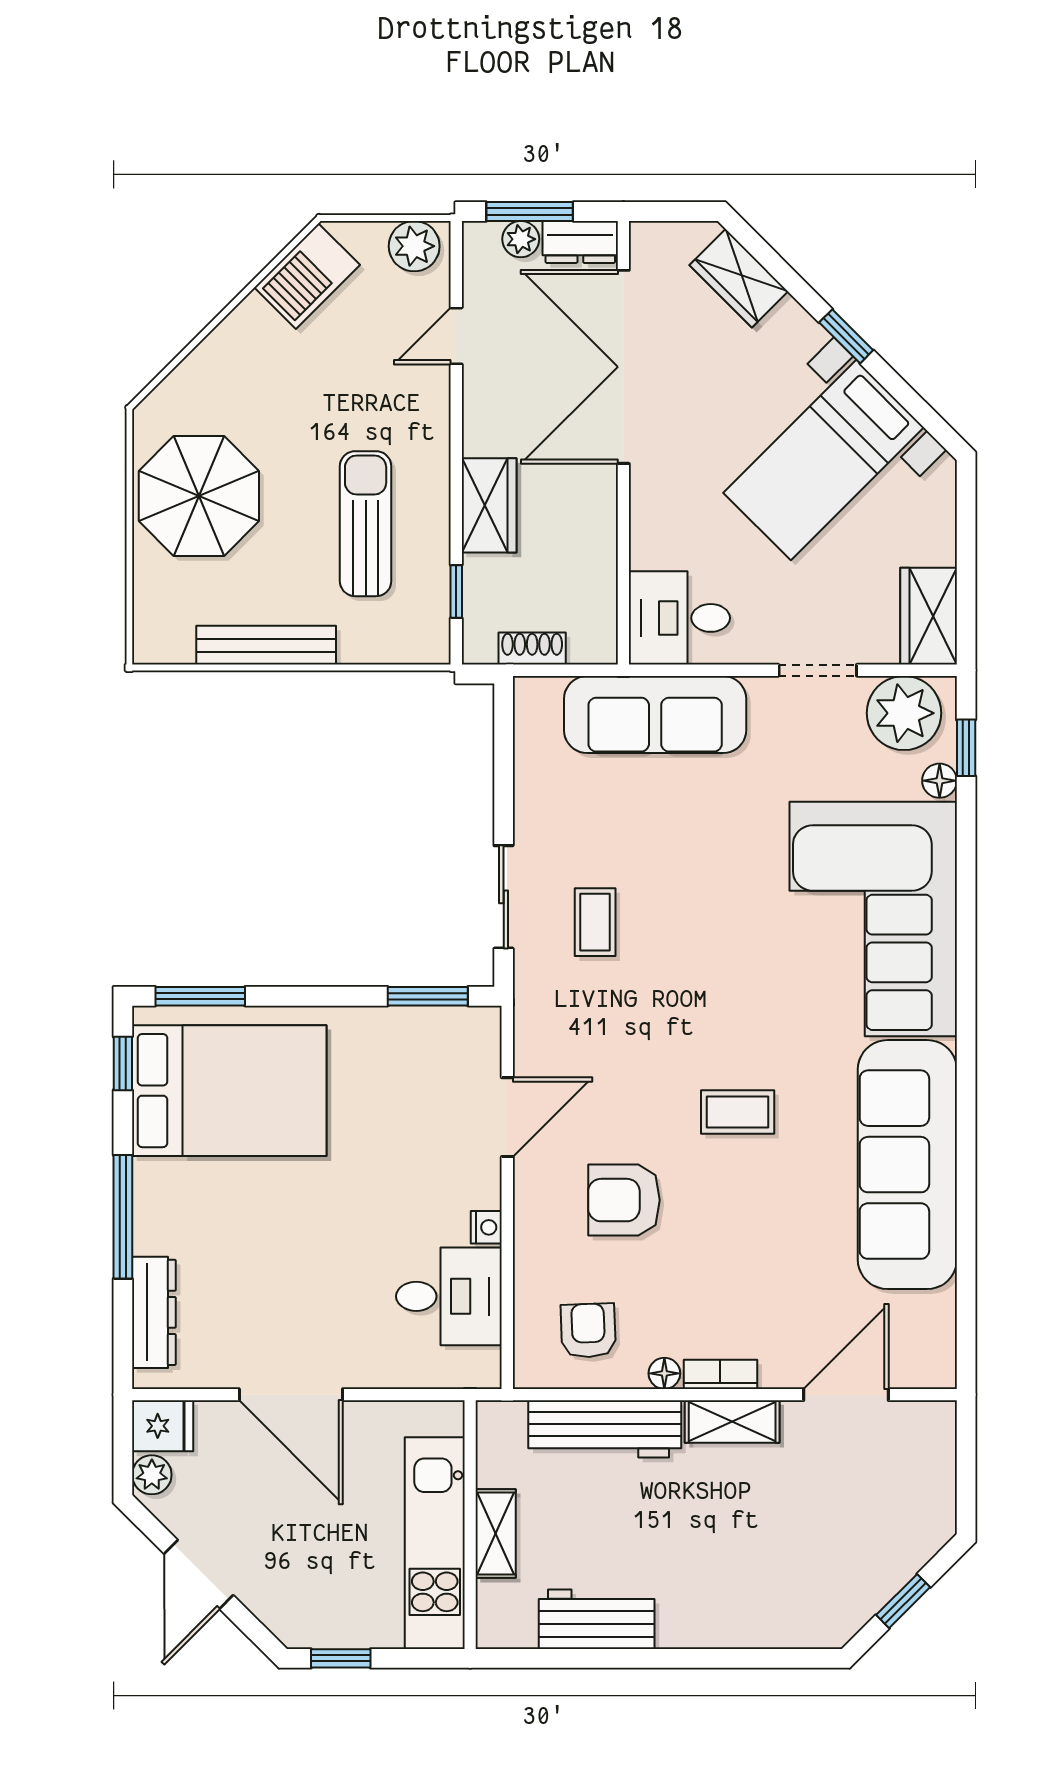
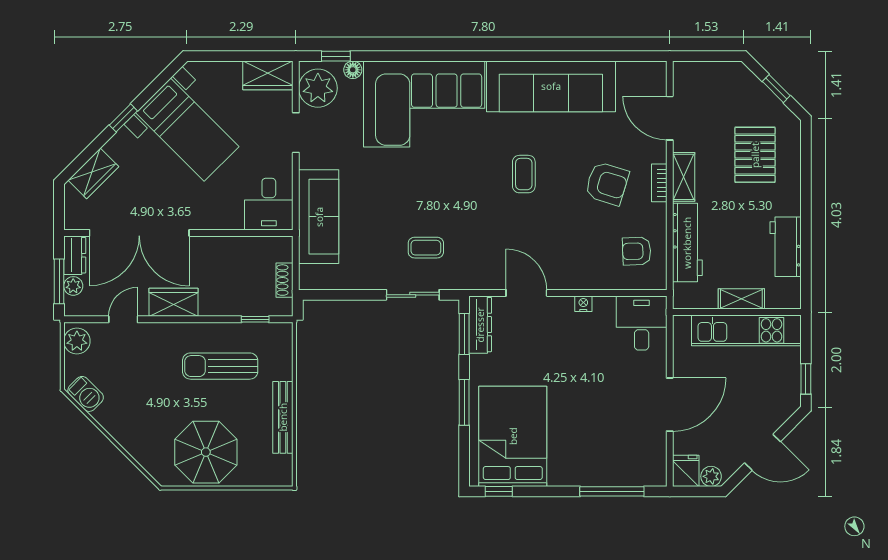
barbecue: (307, 276) -> (86, 394), width x0.73, depth x0.79
door: (456, 336) -> (123, 319), swing flipped
wardrobe: (489, 505) -> (174, 302), moved
window: (200, 996) -> (464, 402), moved
armchair: (624, 1200) -> (607, 184), moved, turned -73
window: (123, 1217) -> (612, 491), moved
desk: (449, 1296) -> (642, 323), moved
dresser: (154, 1312) -> (480, 325), moved, turned 90
floor lamp: (664, 1373) -> (659, 212), removed
pallet: (775, 1560) -> (755, 155), added

